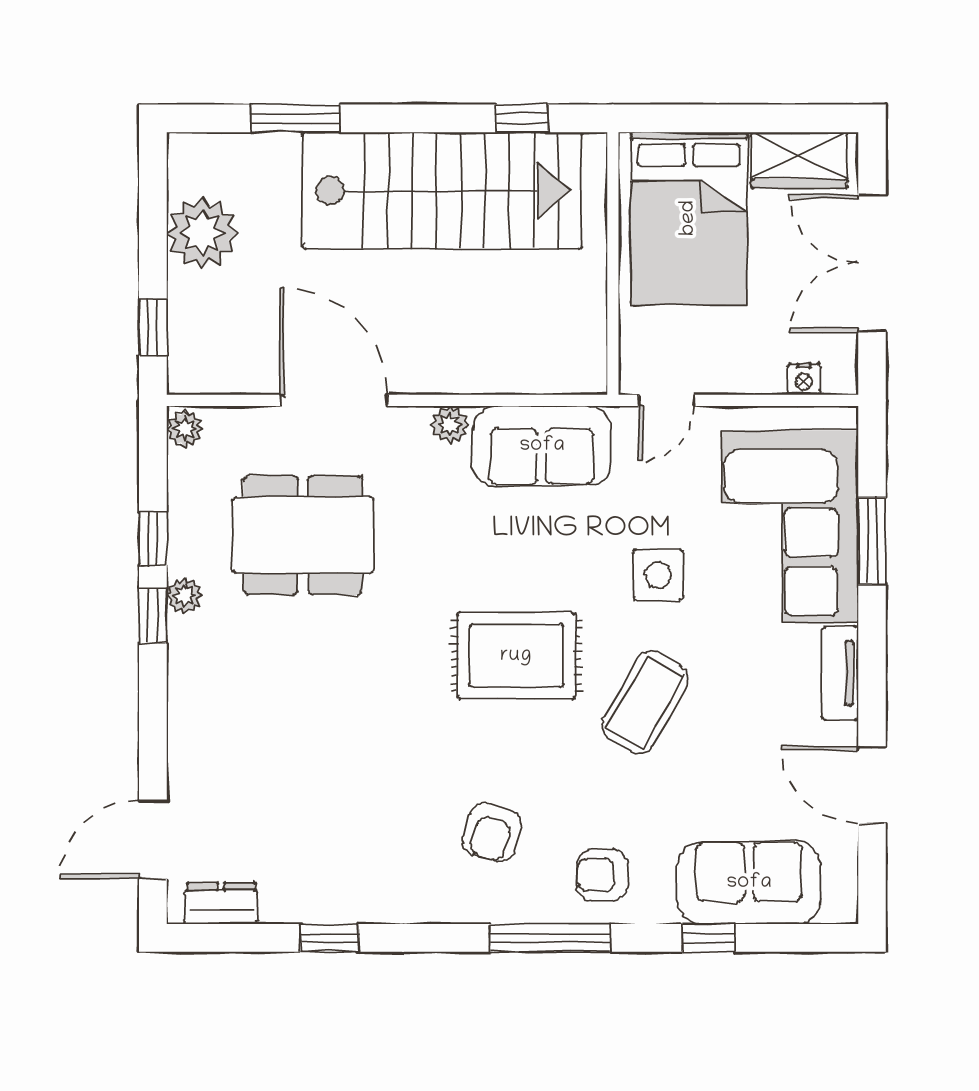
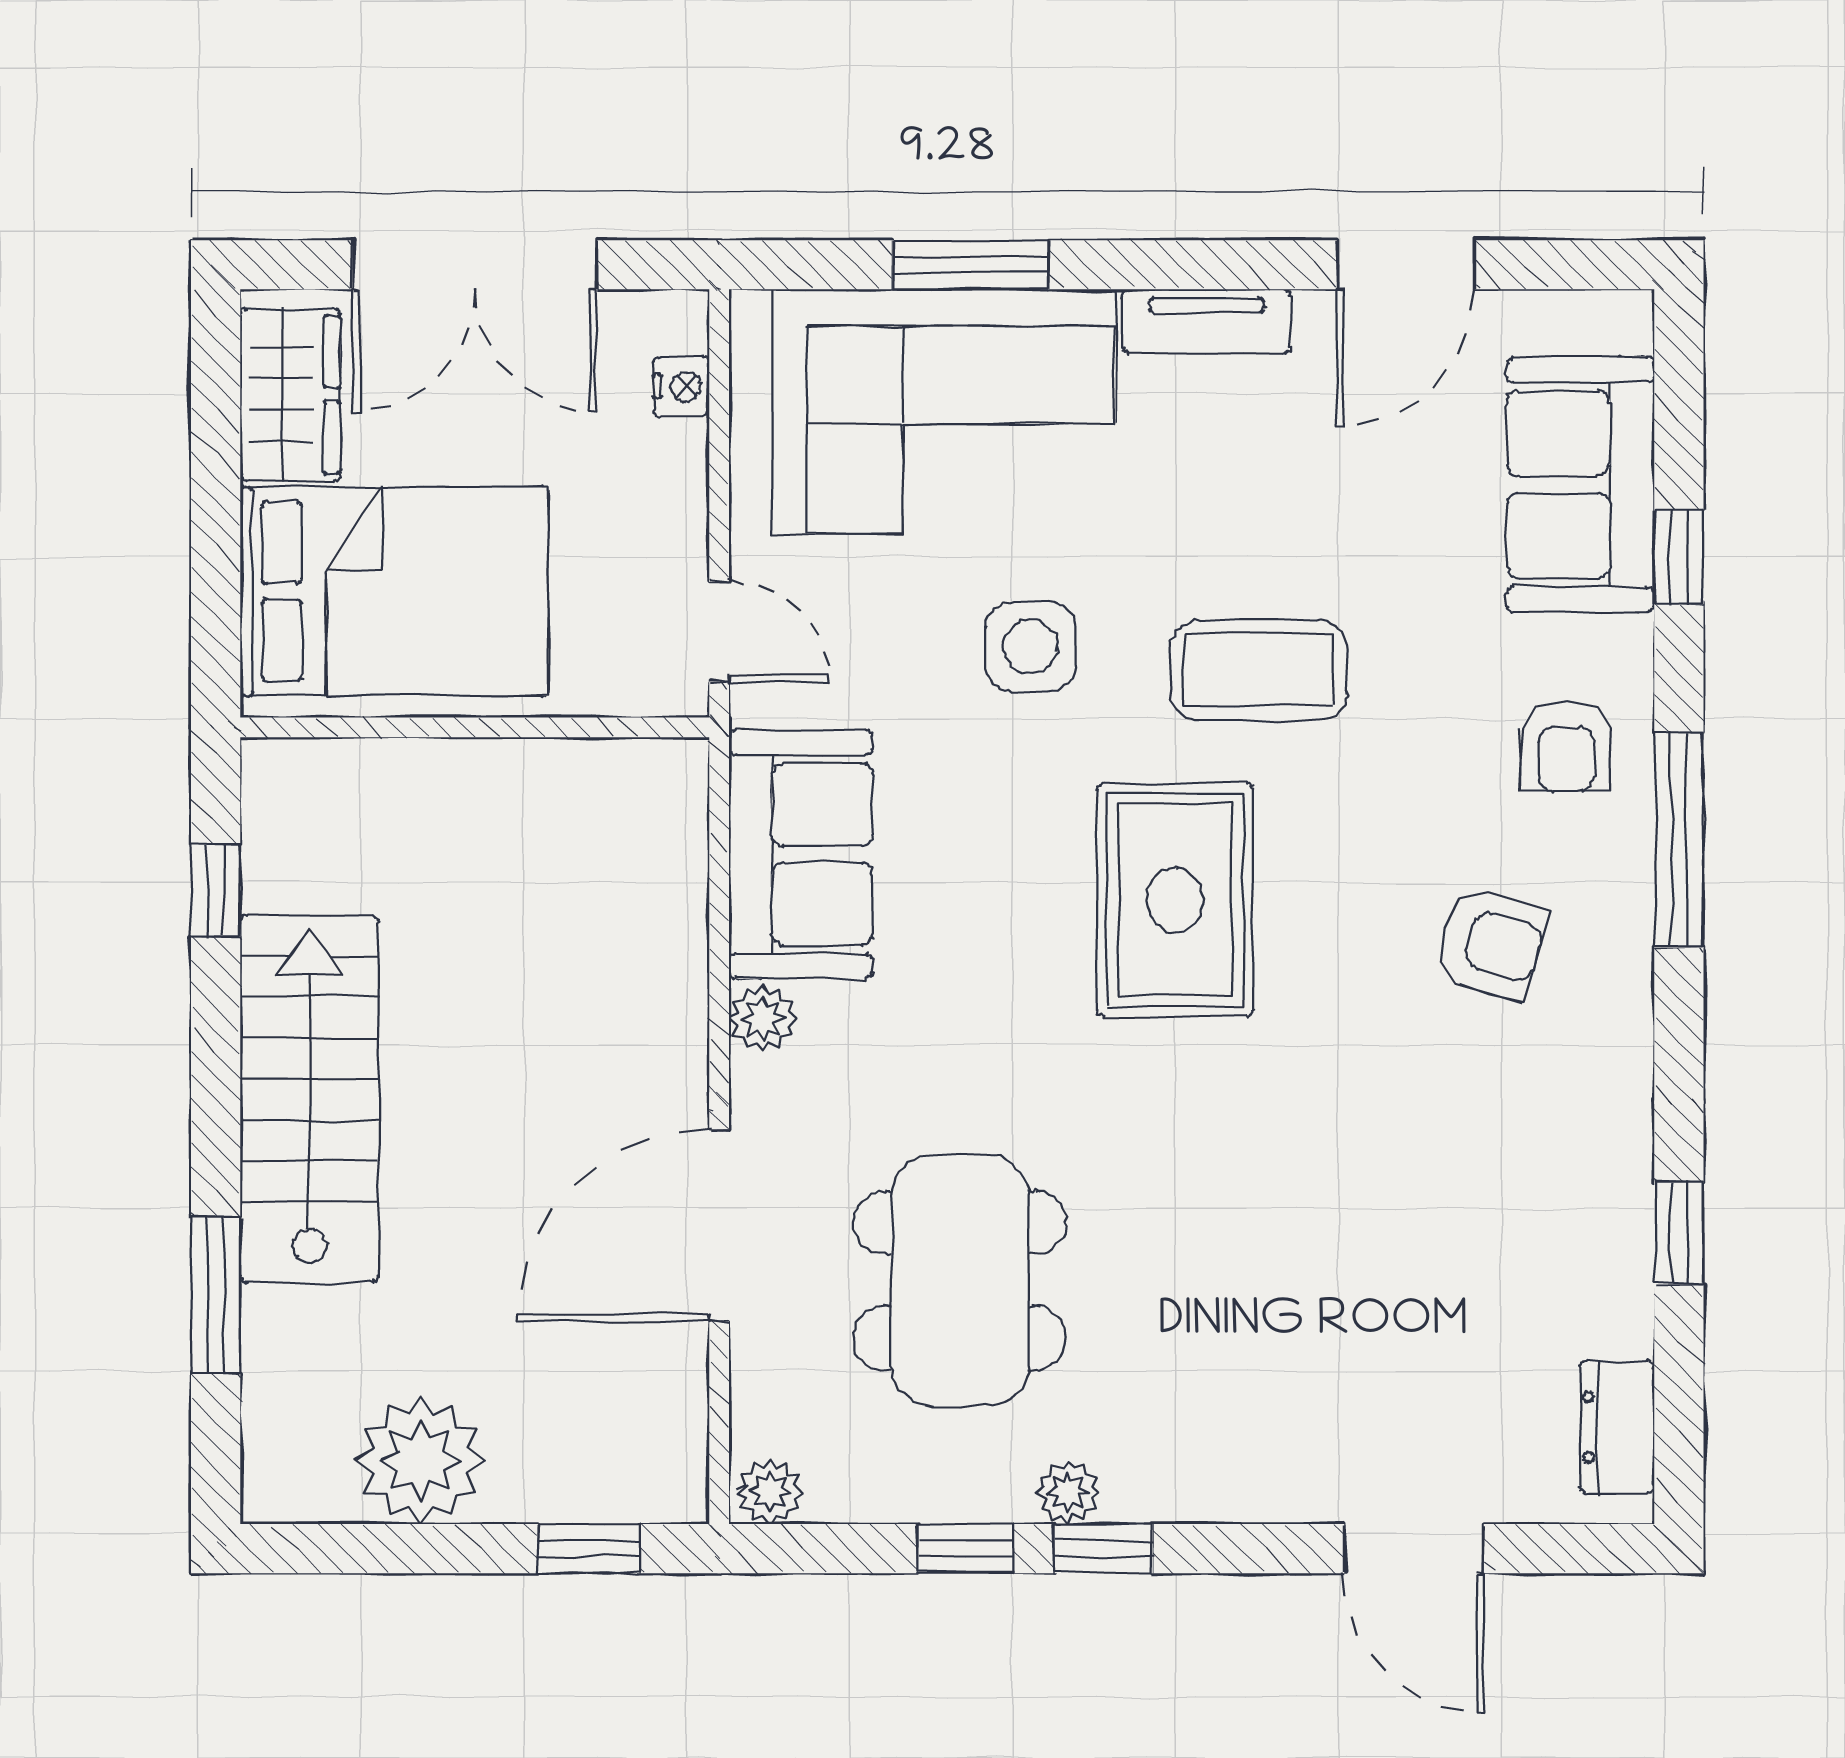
stairs: (442, 190) -> (309, 1099), width x0.73, depth x0.66
coffee table: (645, 702) -> (1258, 670), turned -30
door: (153, 839) -> (1414, 1549), moved

